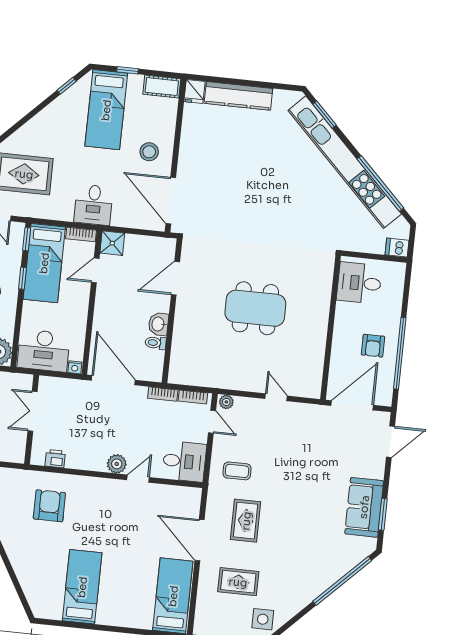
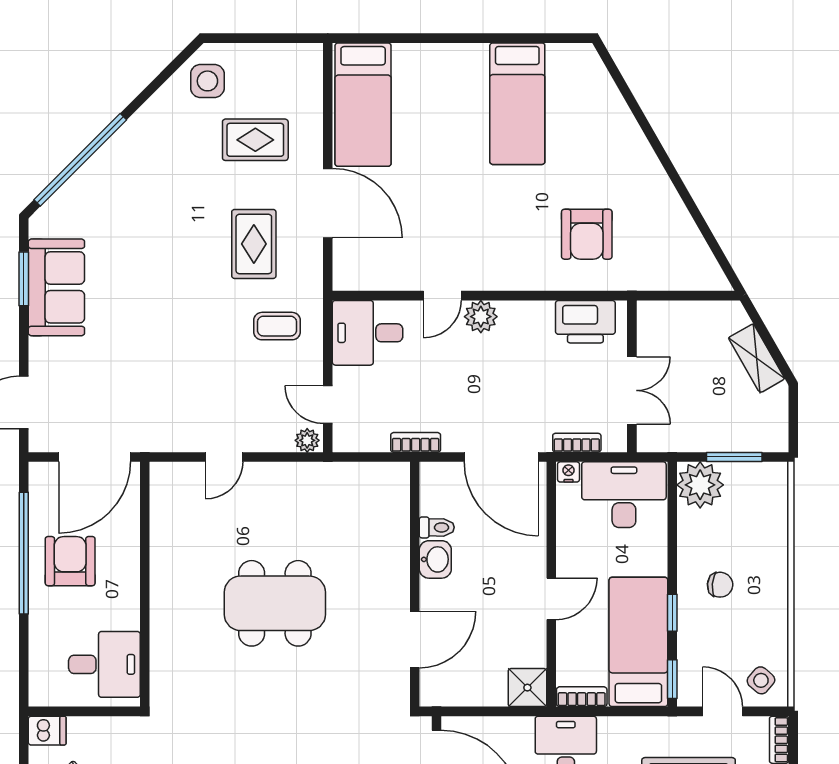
door: (95, 270) -> (551, 599), moved
armchair: (373, 346) -> (70, 561), width x1.38, depth x1.38
bookcase: (193, 397) -> (577, 443), moved
door: (276, 397) -> (224, 457), hinge flipped
printer: (55, 459) -> (585, 322), width x1.87, depth x1.48

